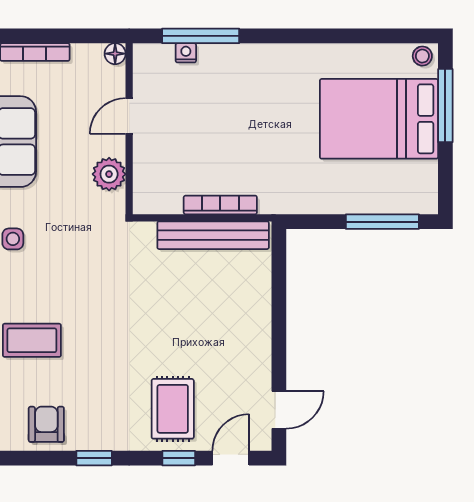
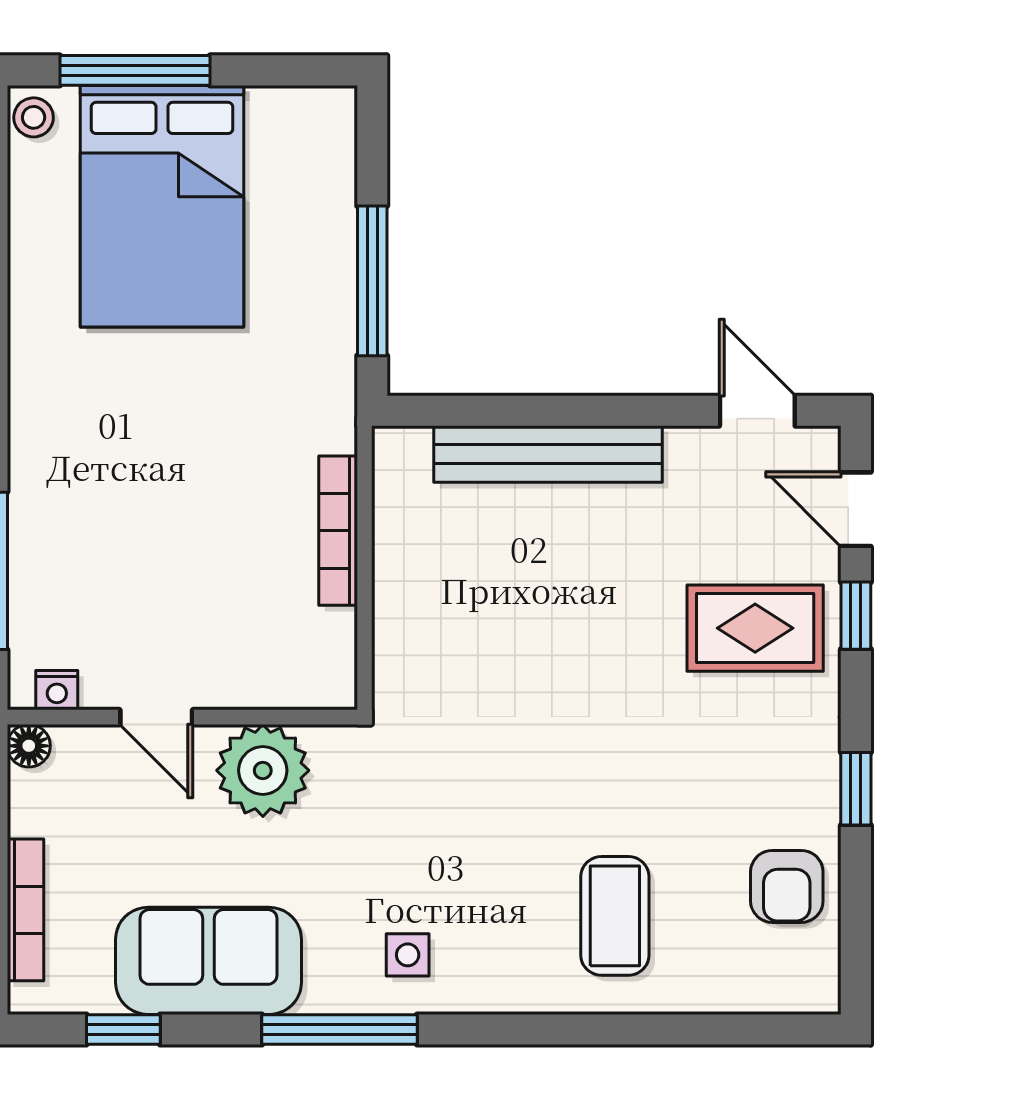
nightstand: (186, 53) -> (57, 690), moved, turned -90
plant: (109, 174) -> (263, 770), width x1.36, depth x1.36
window: (382, 222) -> (372, 281), moved
bench: (213, 235) -> (548, 454), moved, turned 90
armchair: (46, 424) -> (787, 886), turned -90

